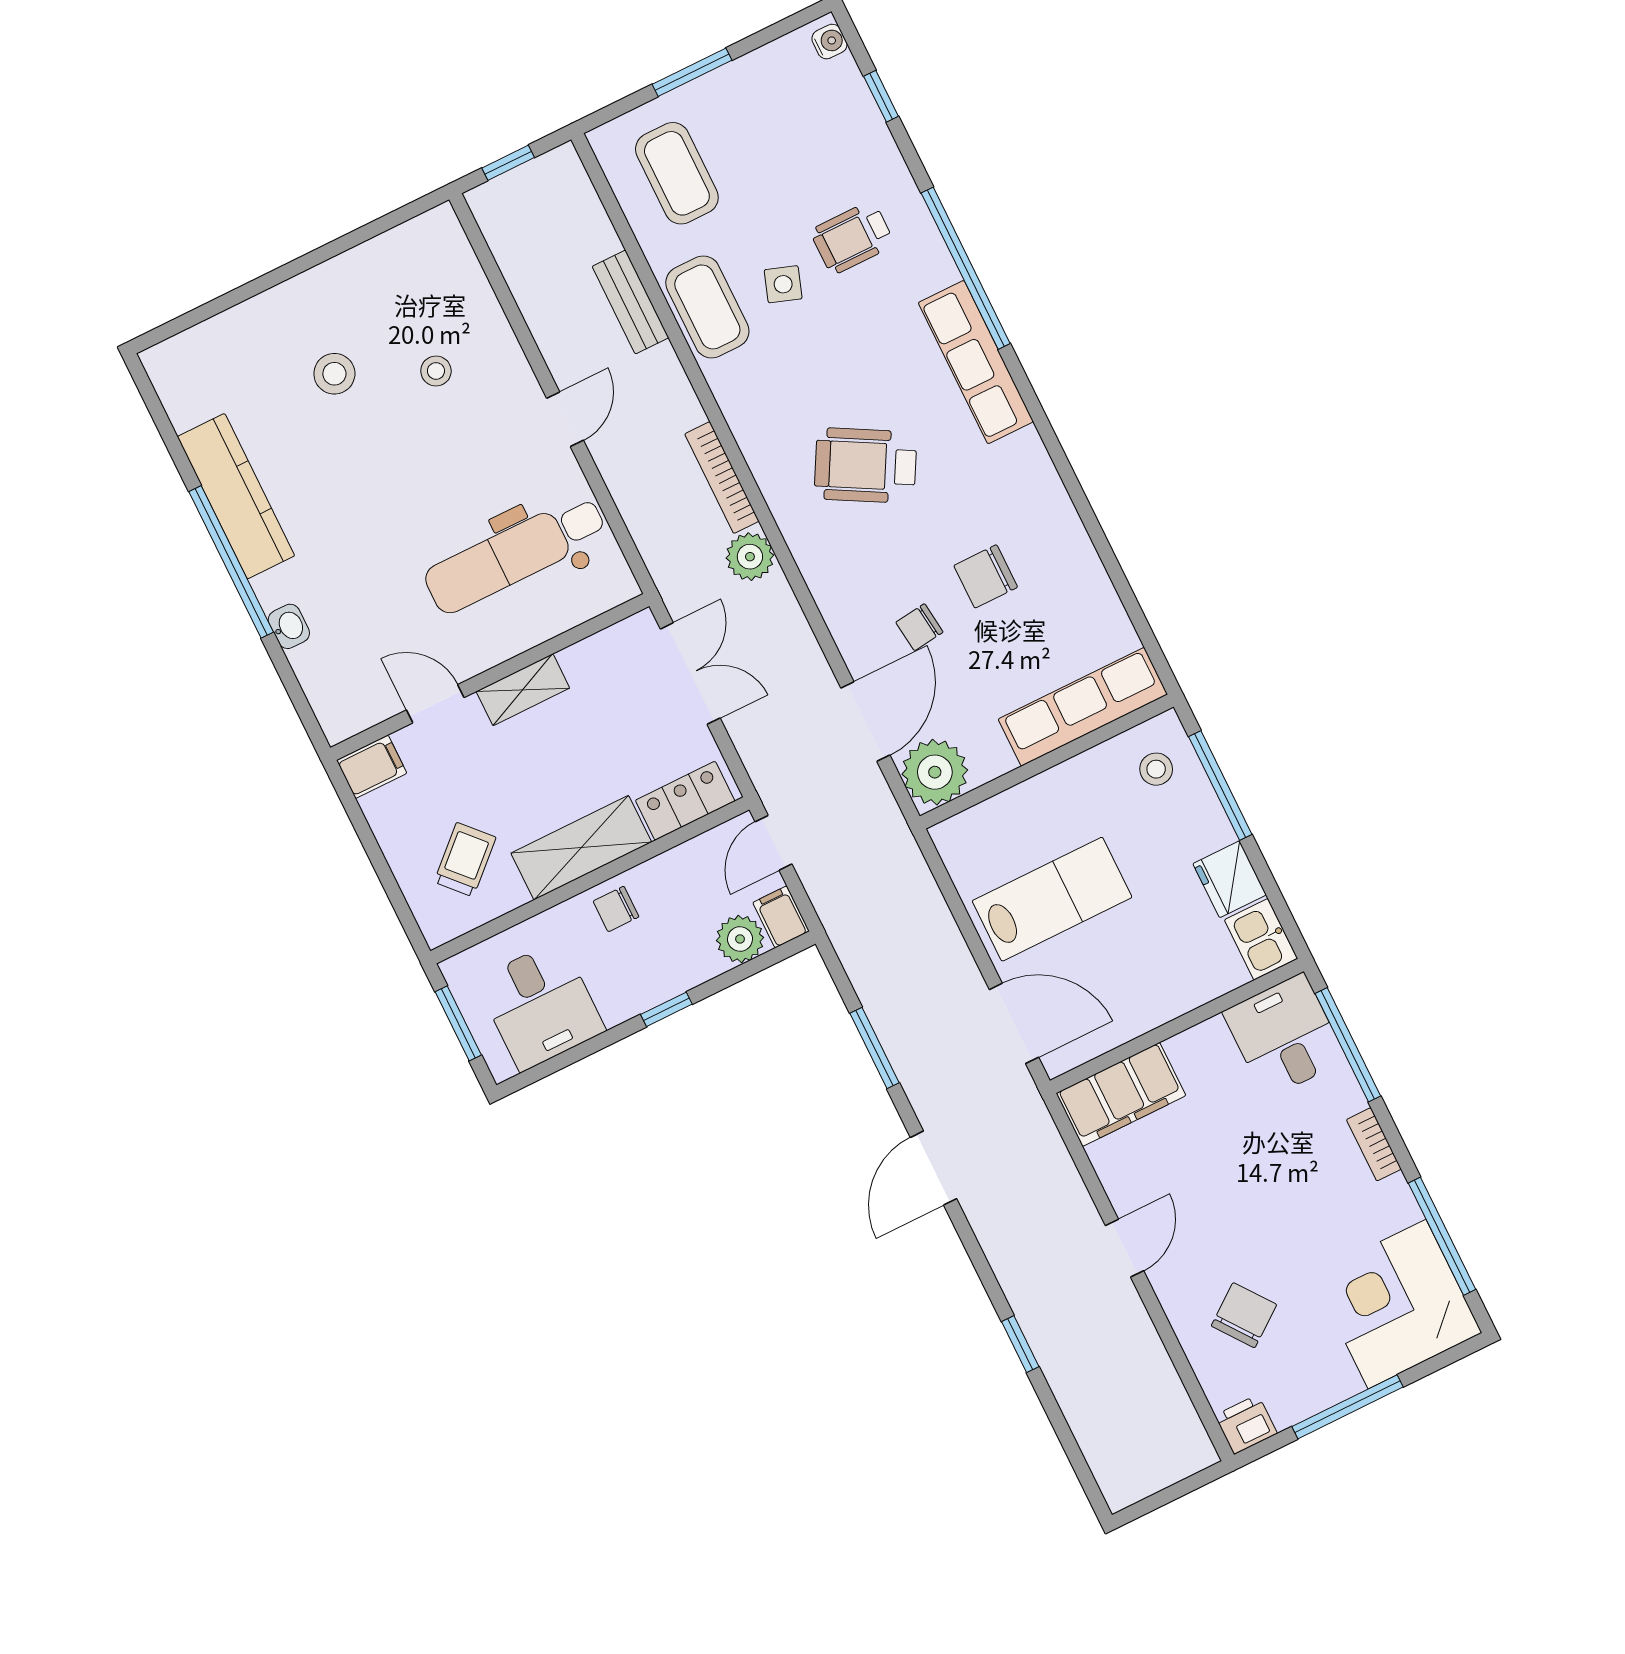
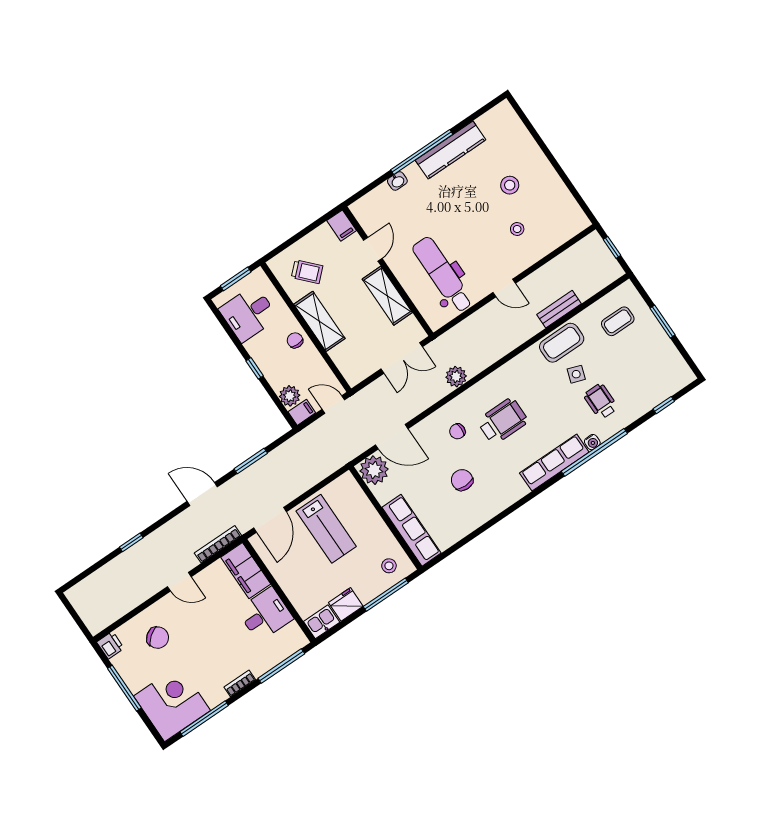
water cooler: (829, 42) -> (592, 442), moved
coffee table: (677, 173) -> (618, 321), width x0.73, depth x0.77
wheelchair: (865, 465) -> (503, 421), turned 61
bookcase: (722, 478) -> (218, 544), moved
chair: (919, 627) -> (457, 431), moved, turned -83
shelving: (523, 690) -> (387, 296), width x1.50, depth x1.33
locker: (685, 801) -> (346, 364), removed
desk: (1285, 1036) -> (265, 614), moved

